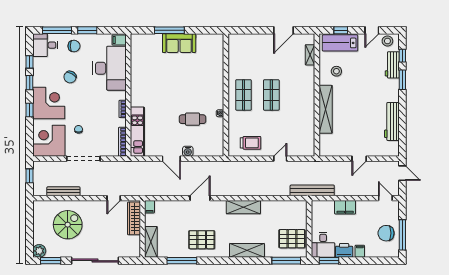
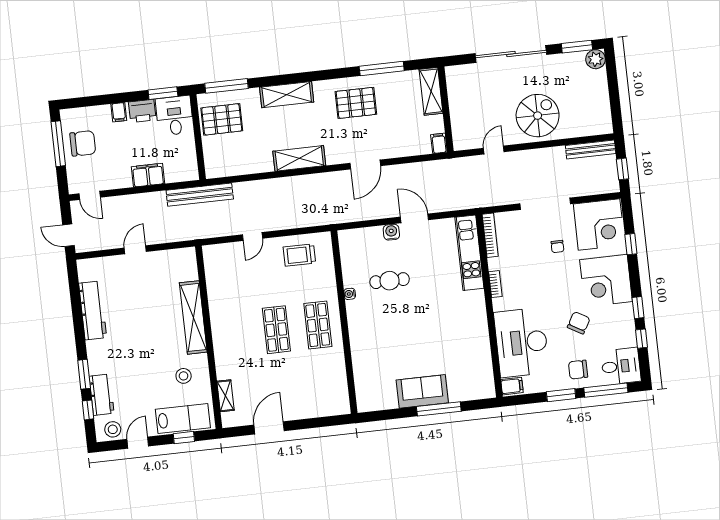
window: (30, 110) -> (631, 244), moved
bench: (63, 191) -> (591, 149), moved
wardrobe: (134, 218) -> (460, 123), removed
spiral stairs: (68, 225) -> (538, 116), moved, turned 180

